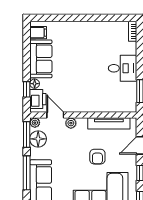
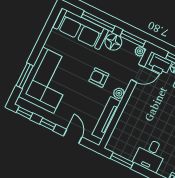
plant: (71, 123) -> (119, 93), moved
floor lamp: (38, 139) -> (113, 42), moved
armchair: (97, 157) -> (99, 78), moved

